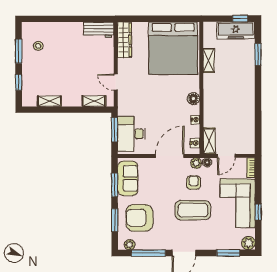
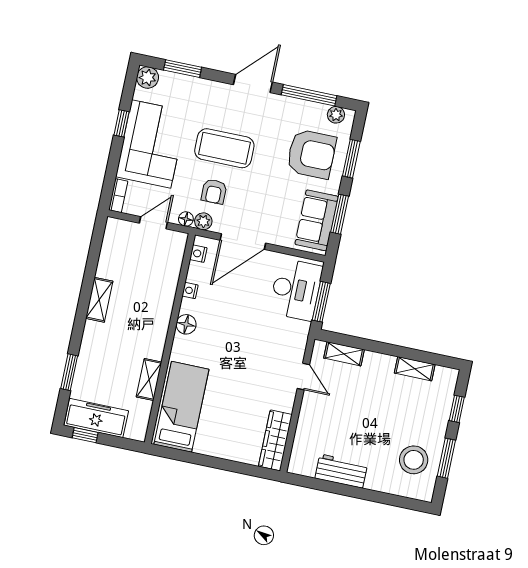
workbench: (99, 30) -> (341, 471), moved
stool: (38, 46) -> (414, 460), width x1.89, depth x1.89
bed: (173, 48) -> (181, 407), width x0.49
shelving: (209, 141) -> (99, 300), moved

